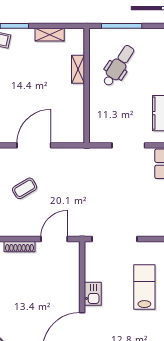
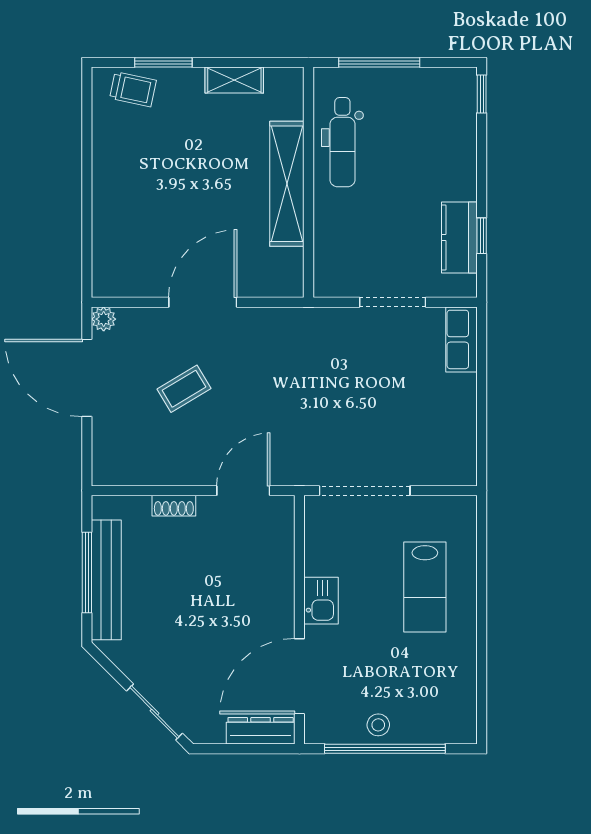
dental chair: (118, 66) -> (342, 142), moved, turned 147
shelving: (78, 69) -> (287, 184), width x2.20, depth x1.33
shoe rack: (20, 247) -> (174, 506), width x0.70
lab bench: (144, 287) -> (425, 587), turned 180

